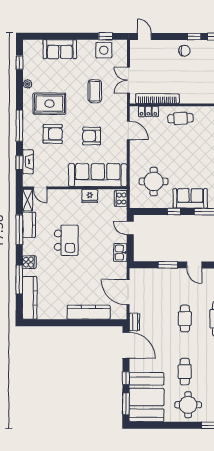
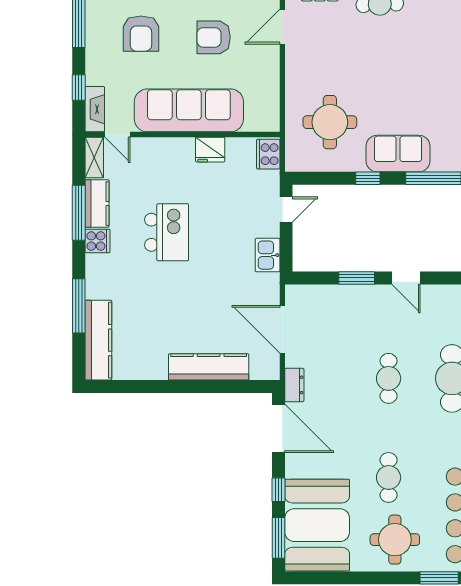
door: (128, 130) -> (282, 27), swing flipped
armchair: (53, 134) -> (141, 34), turned 90
fireplace: (28, 162) -> (95, 109), moved
sofa: (98, 175) -> (189, 110), moved
door: (130, 228) -> (286, 210), swing flipped
cooker: (29, 262) -> (97, 241), moved

